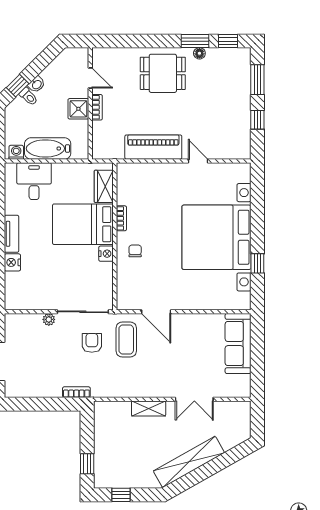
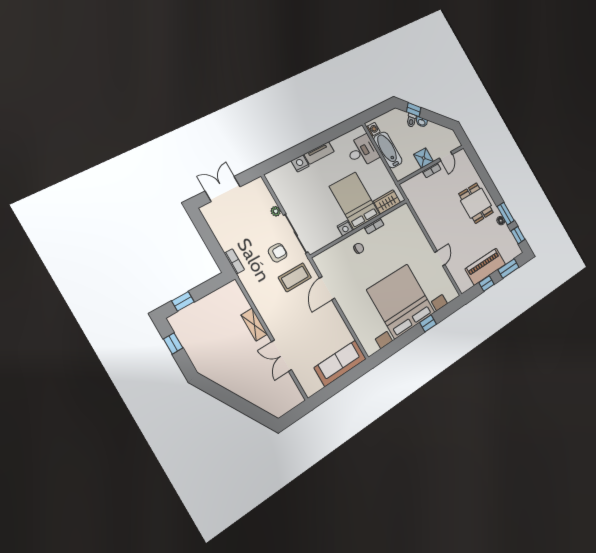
piano: (153, 147) -> (485, 267), moved, turned -90
window: (257, 263) -> (428, 323), moved
shelving: (189, 462) -> (231, 382), removed

